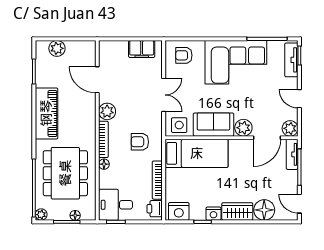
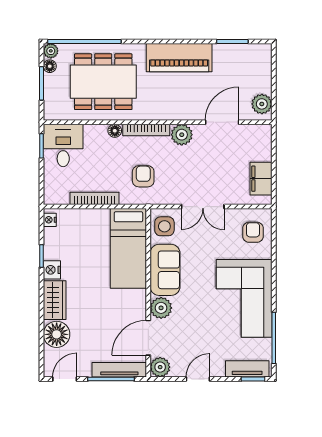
plant: (57, 48) -> (262, 104), moved
door: (267, 138) -> (148, 338), hinge flipped
tv unit: (292, 154) -> (119, 370), width x1.41
printer: (155, 209) -> (58, 195), removed
nightstand: (179, 211) -> (50, 220), width x0.53, depth x0.56
floor lamp: (75, 215) -> (50, 66), moved

